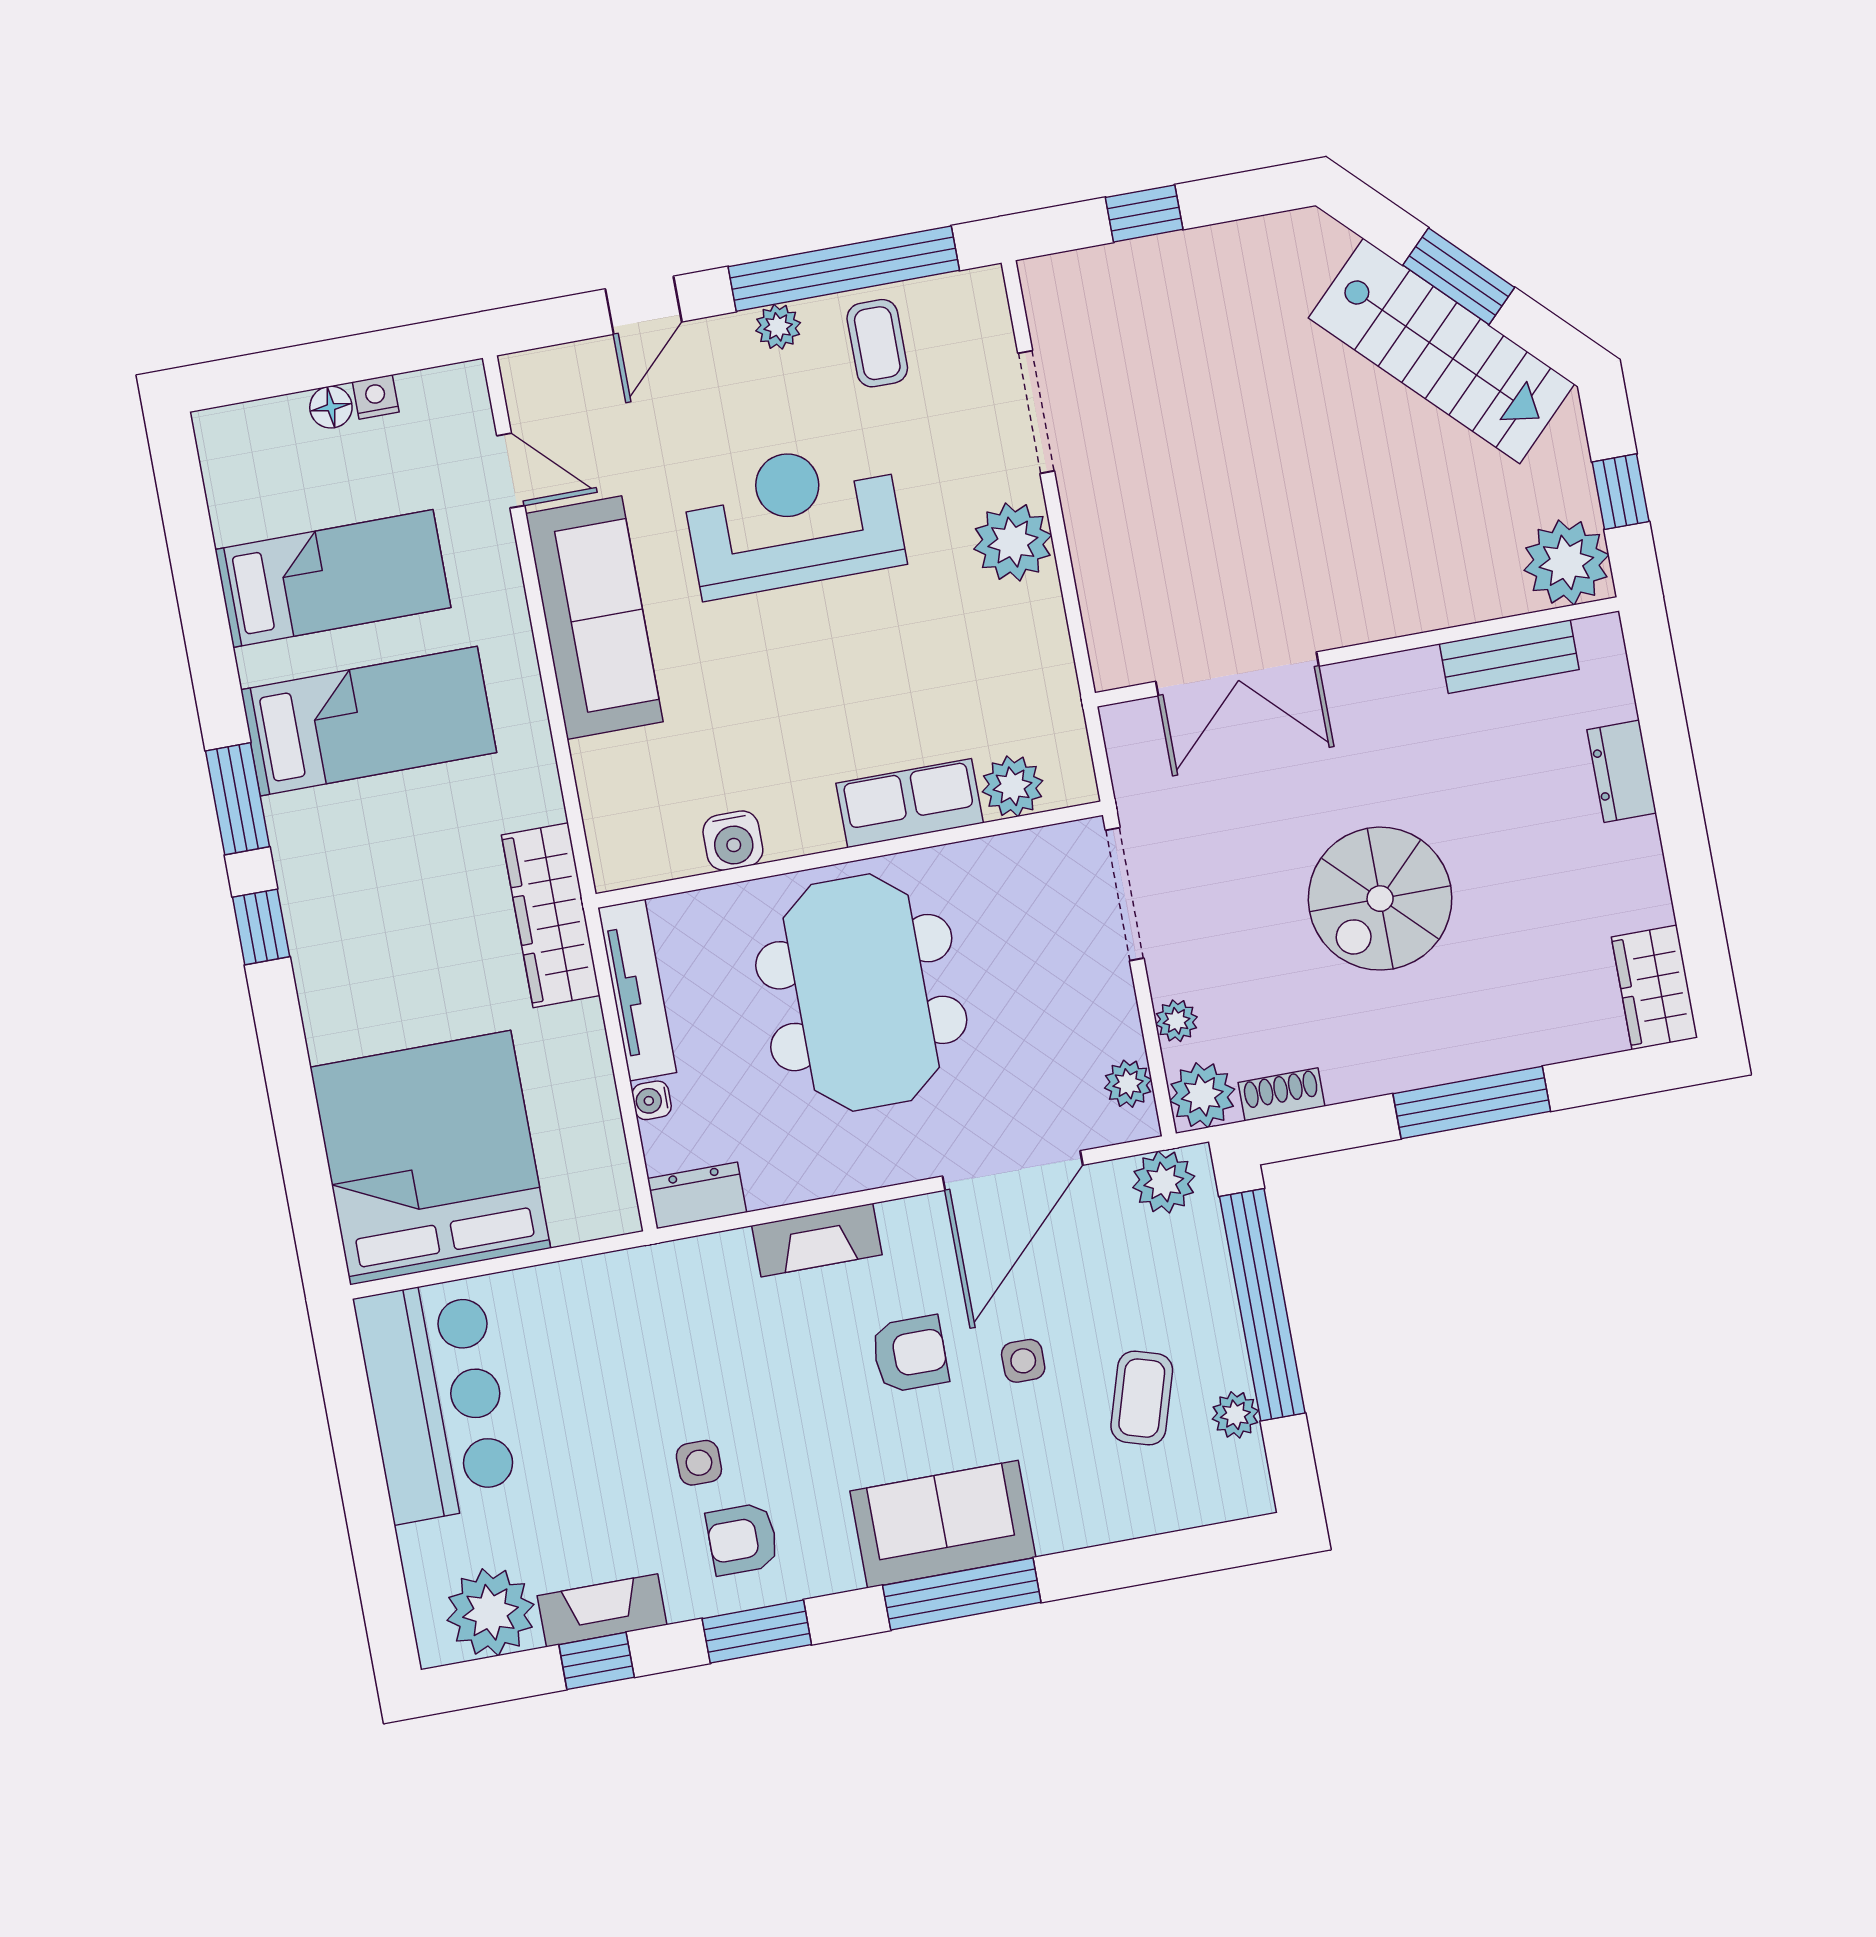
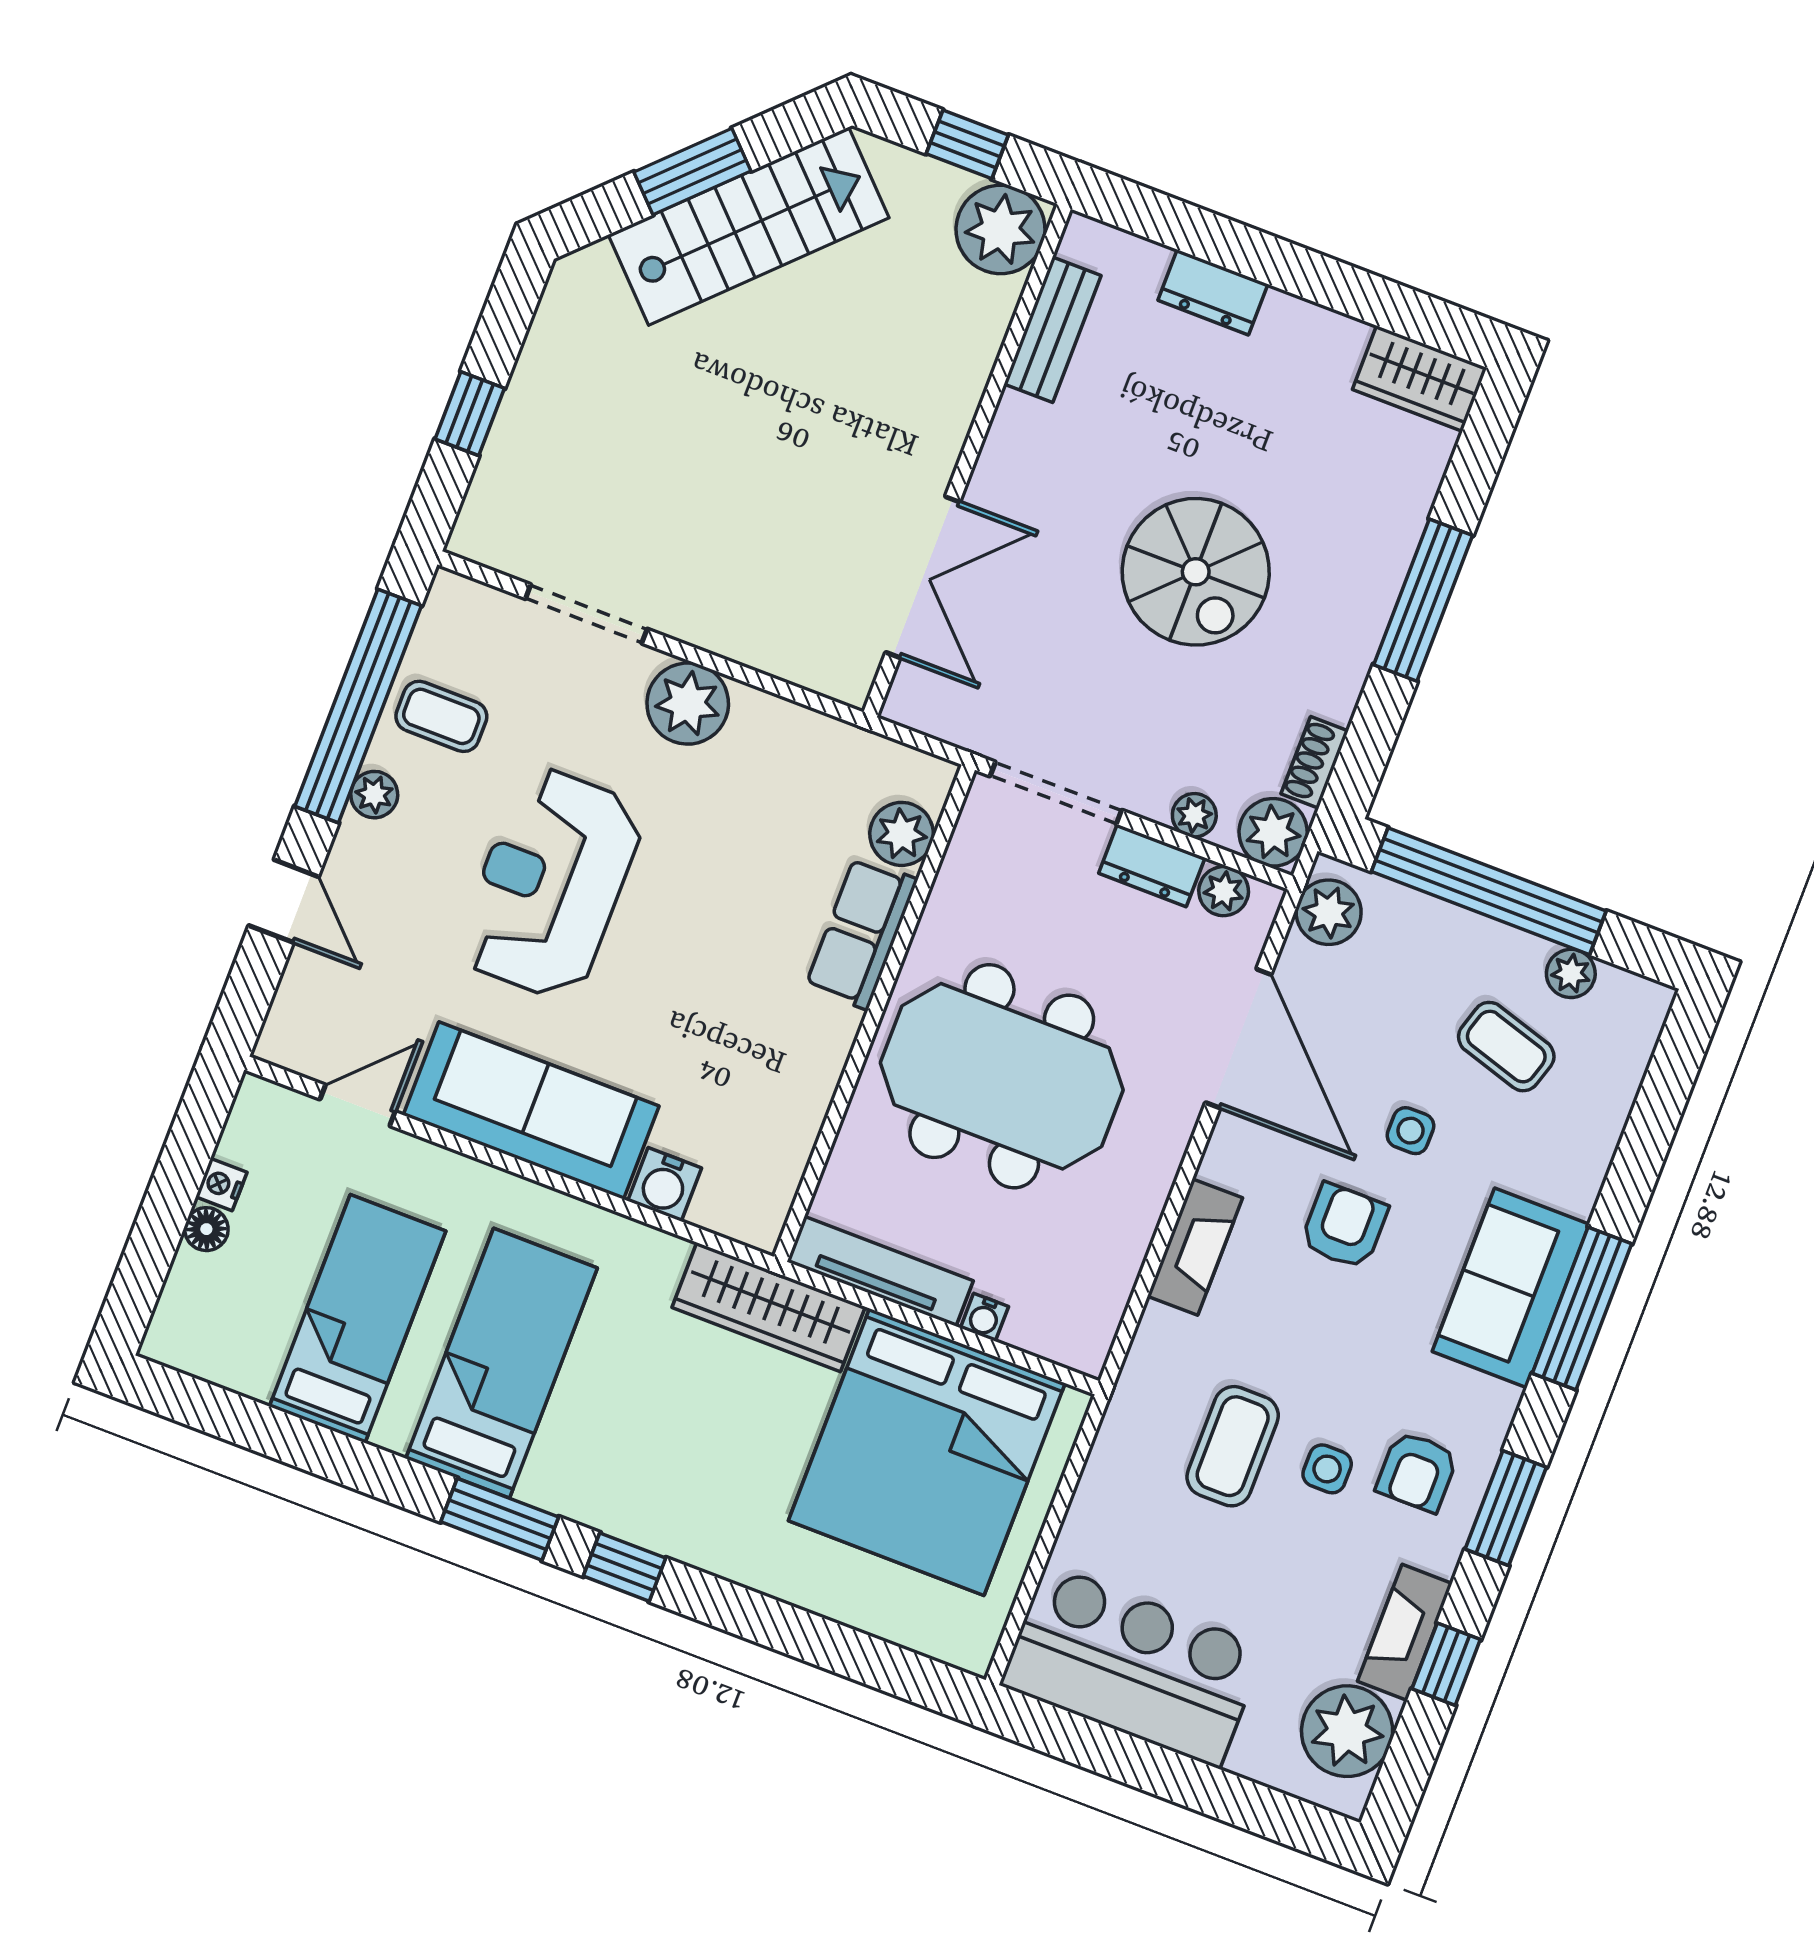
water cooler: (733, 841) -> (665, 1184), moved, turned 90
bed: (430, 1158) -> (927, 1452), moved, turned -90
dresser: (697, 1195) -> (1152, 866), moved, turned -90
coffee table: (670, 1372) -> (1233, 1446), added

